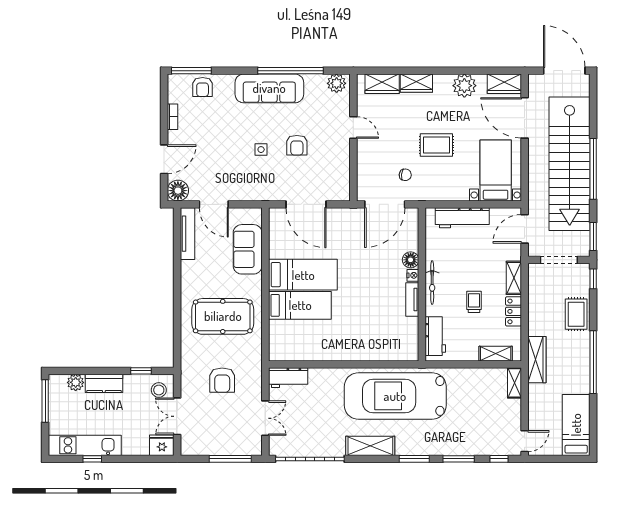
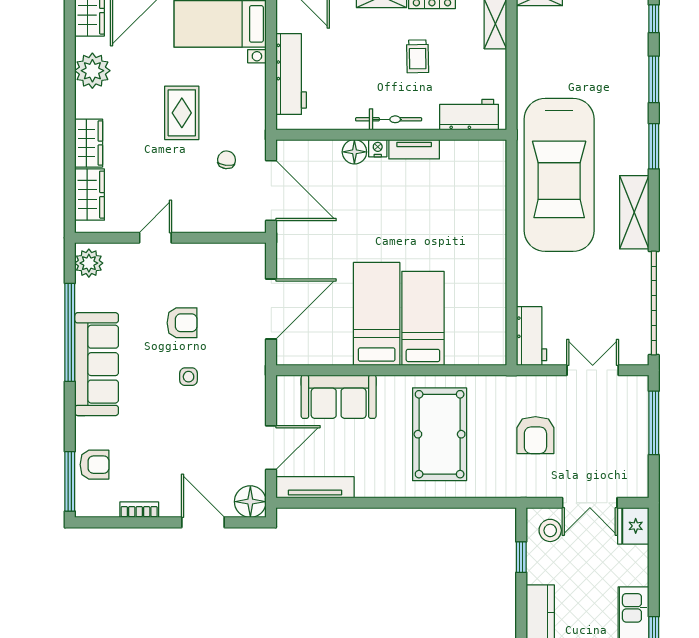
trolley: (474, 302) -> (418, 56), turned -91
armchair: (222, 380) -> (535, 435), turned 90

